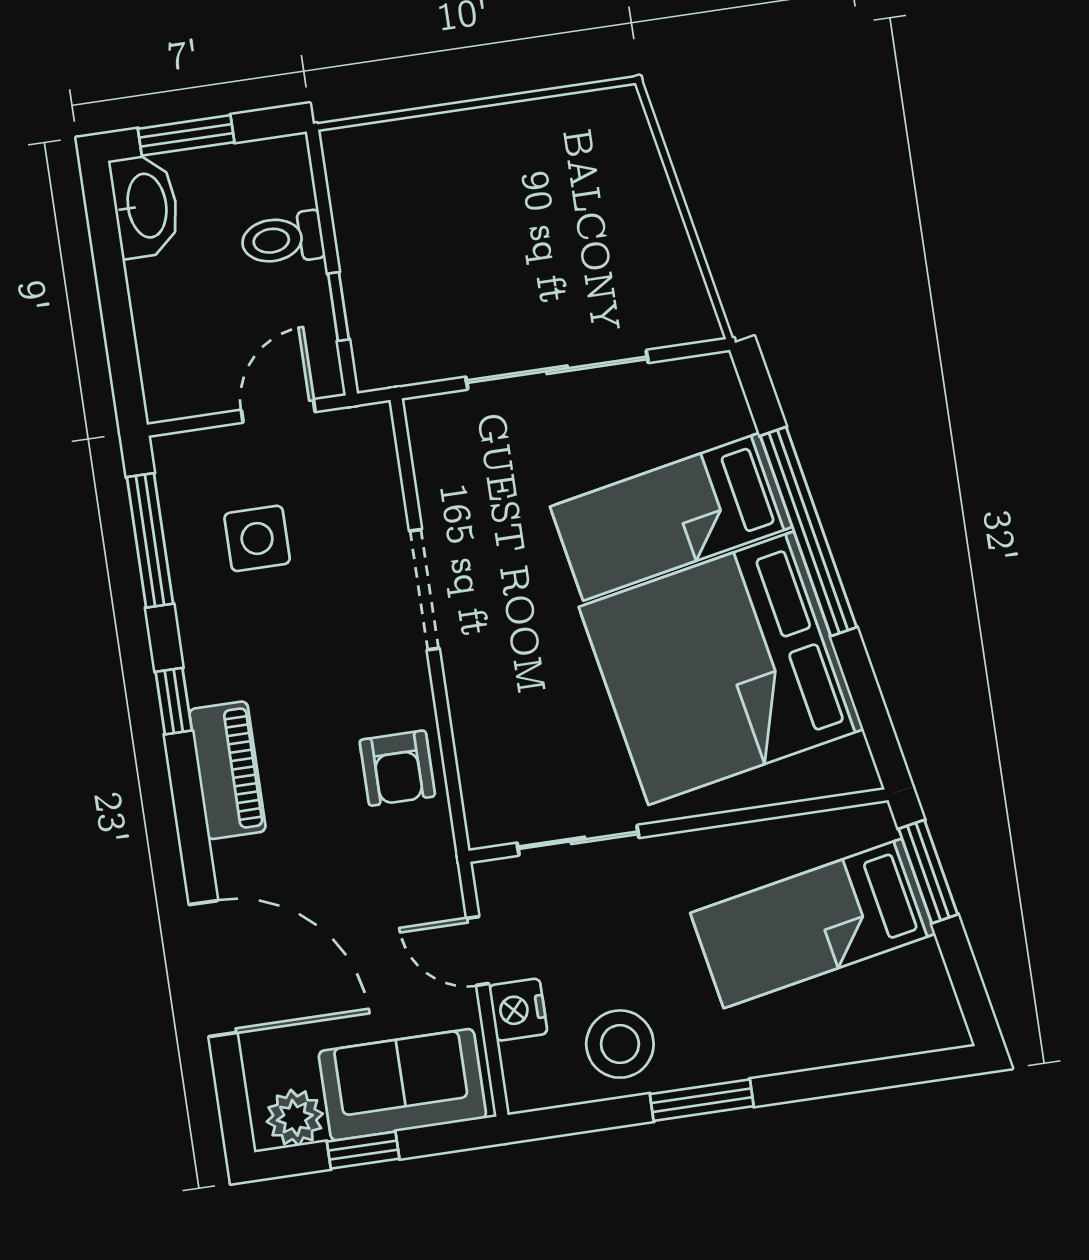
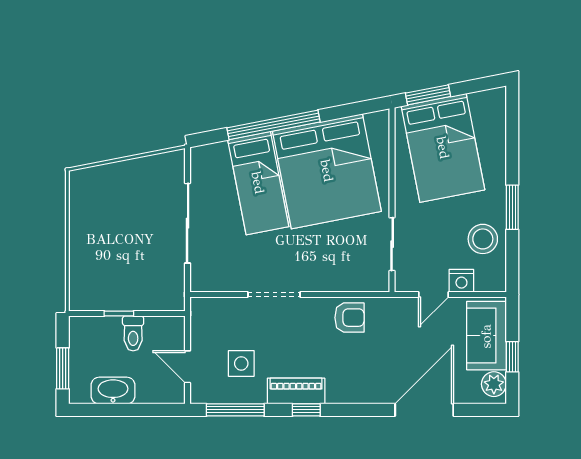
washbasin: (145, 206) -> (113, 391), moved
toilet: (282, 239) -> (133, 333), moved
window: (338, 306) -> (119, 314), moved
door: (278, 411) -> (188, 367), moved
piano: (227, 770) -> (296, 391), moved
bed: (813, 923) -> (443, 148), width x1.50

